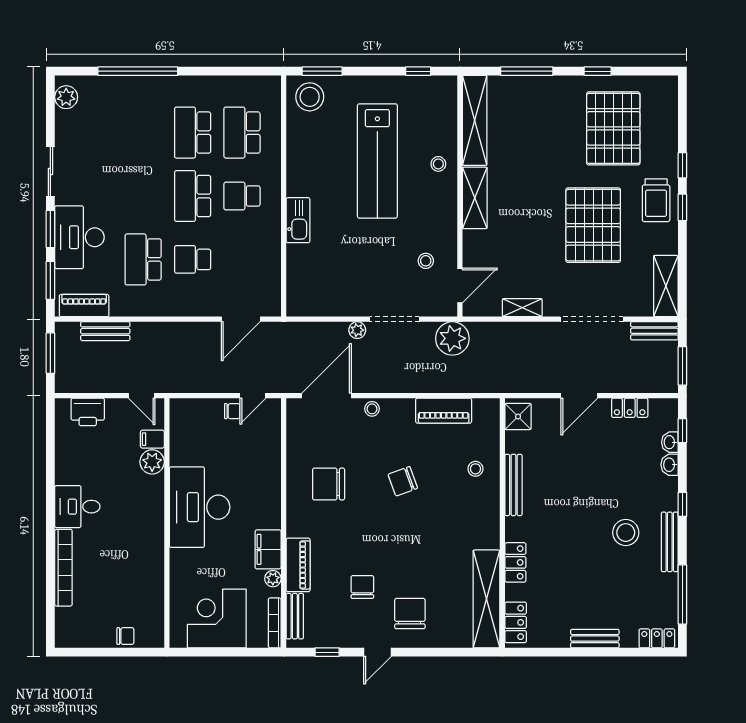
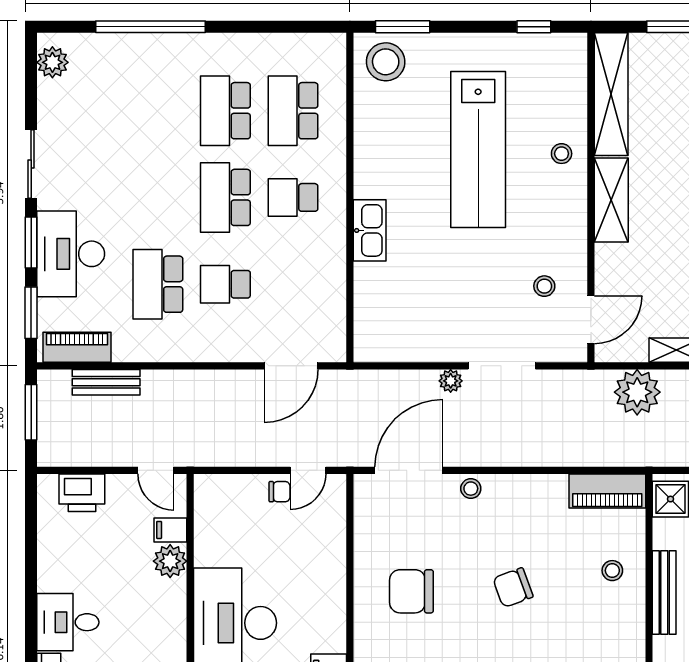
plant: (452, 338) -> (637, 392), moved
piano: (444, 411) -> (607, 491), moved

